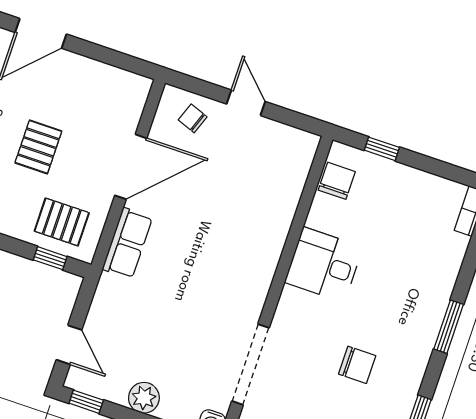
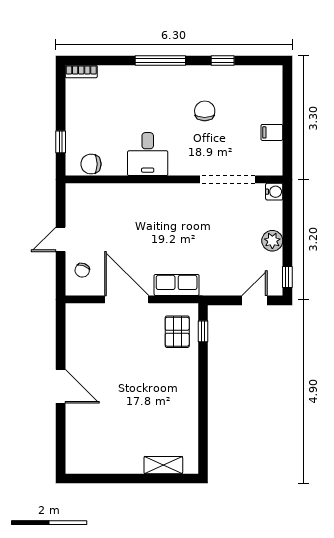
pallet: (38, 147) -> (134, 363), removed
window: (449, 327) -> (160, 60), width x1.44

